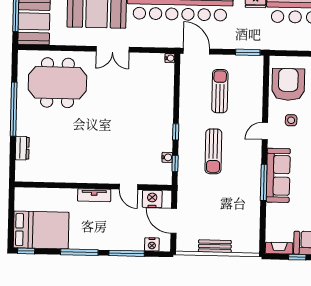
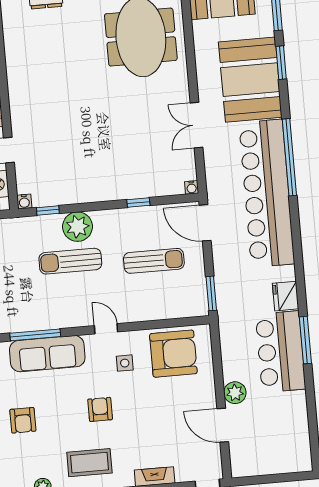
double door: (113, 49) -> (197, 125), moved
door: (196, 51) -> (205, 223), swing flipped
window: (176, 132) -> (138, 203), moved
plant: (189, 143) -> (78, 227), added
water cooler: (167, 157) -> (24, 202), moved

